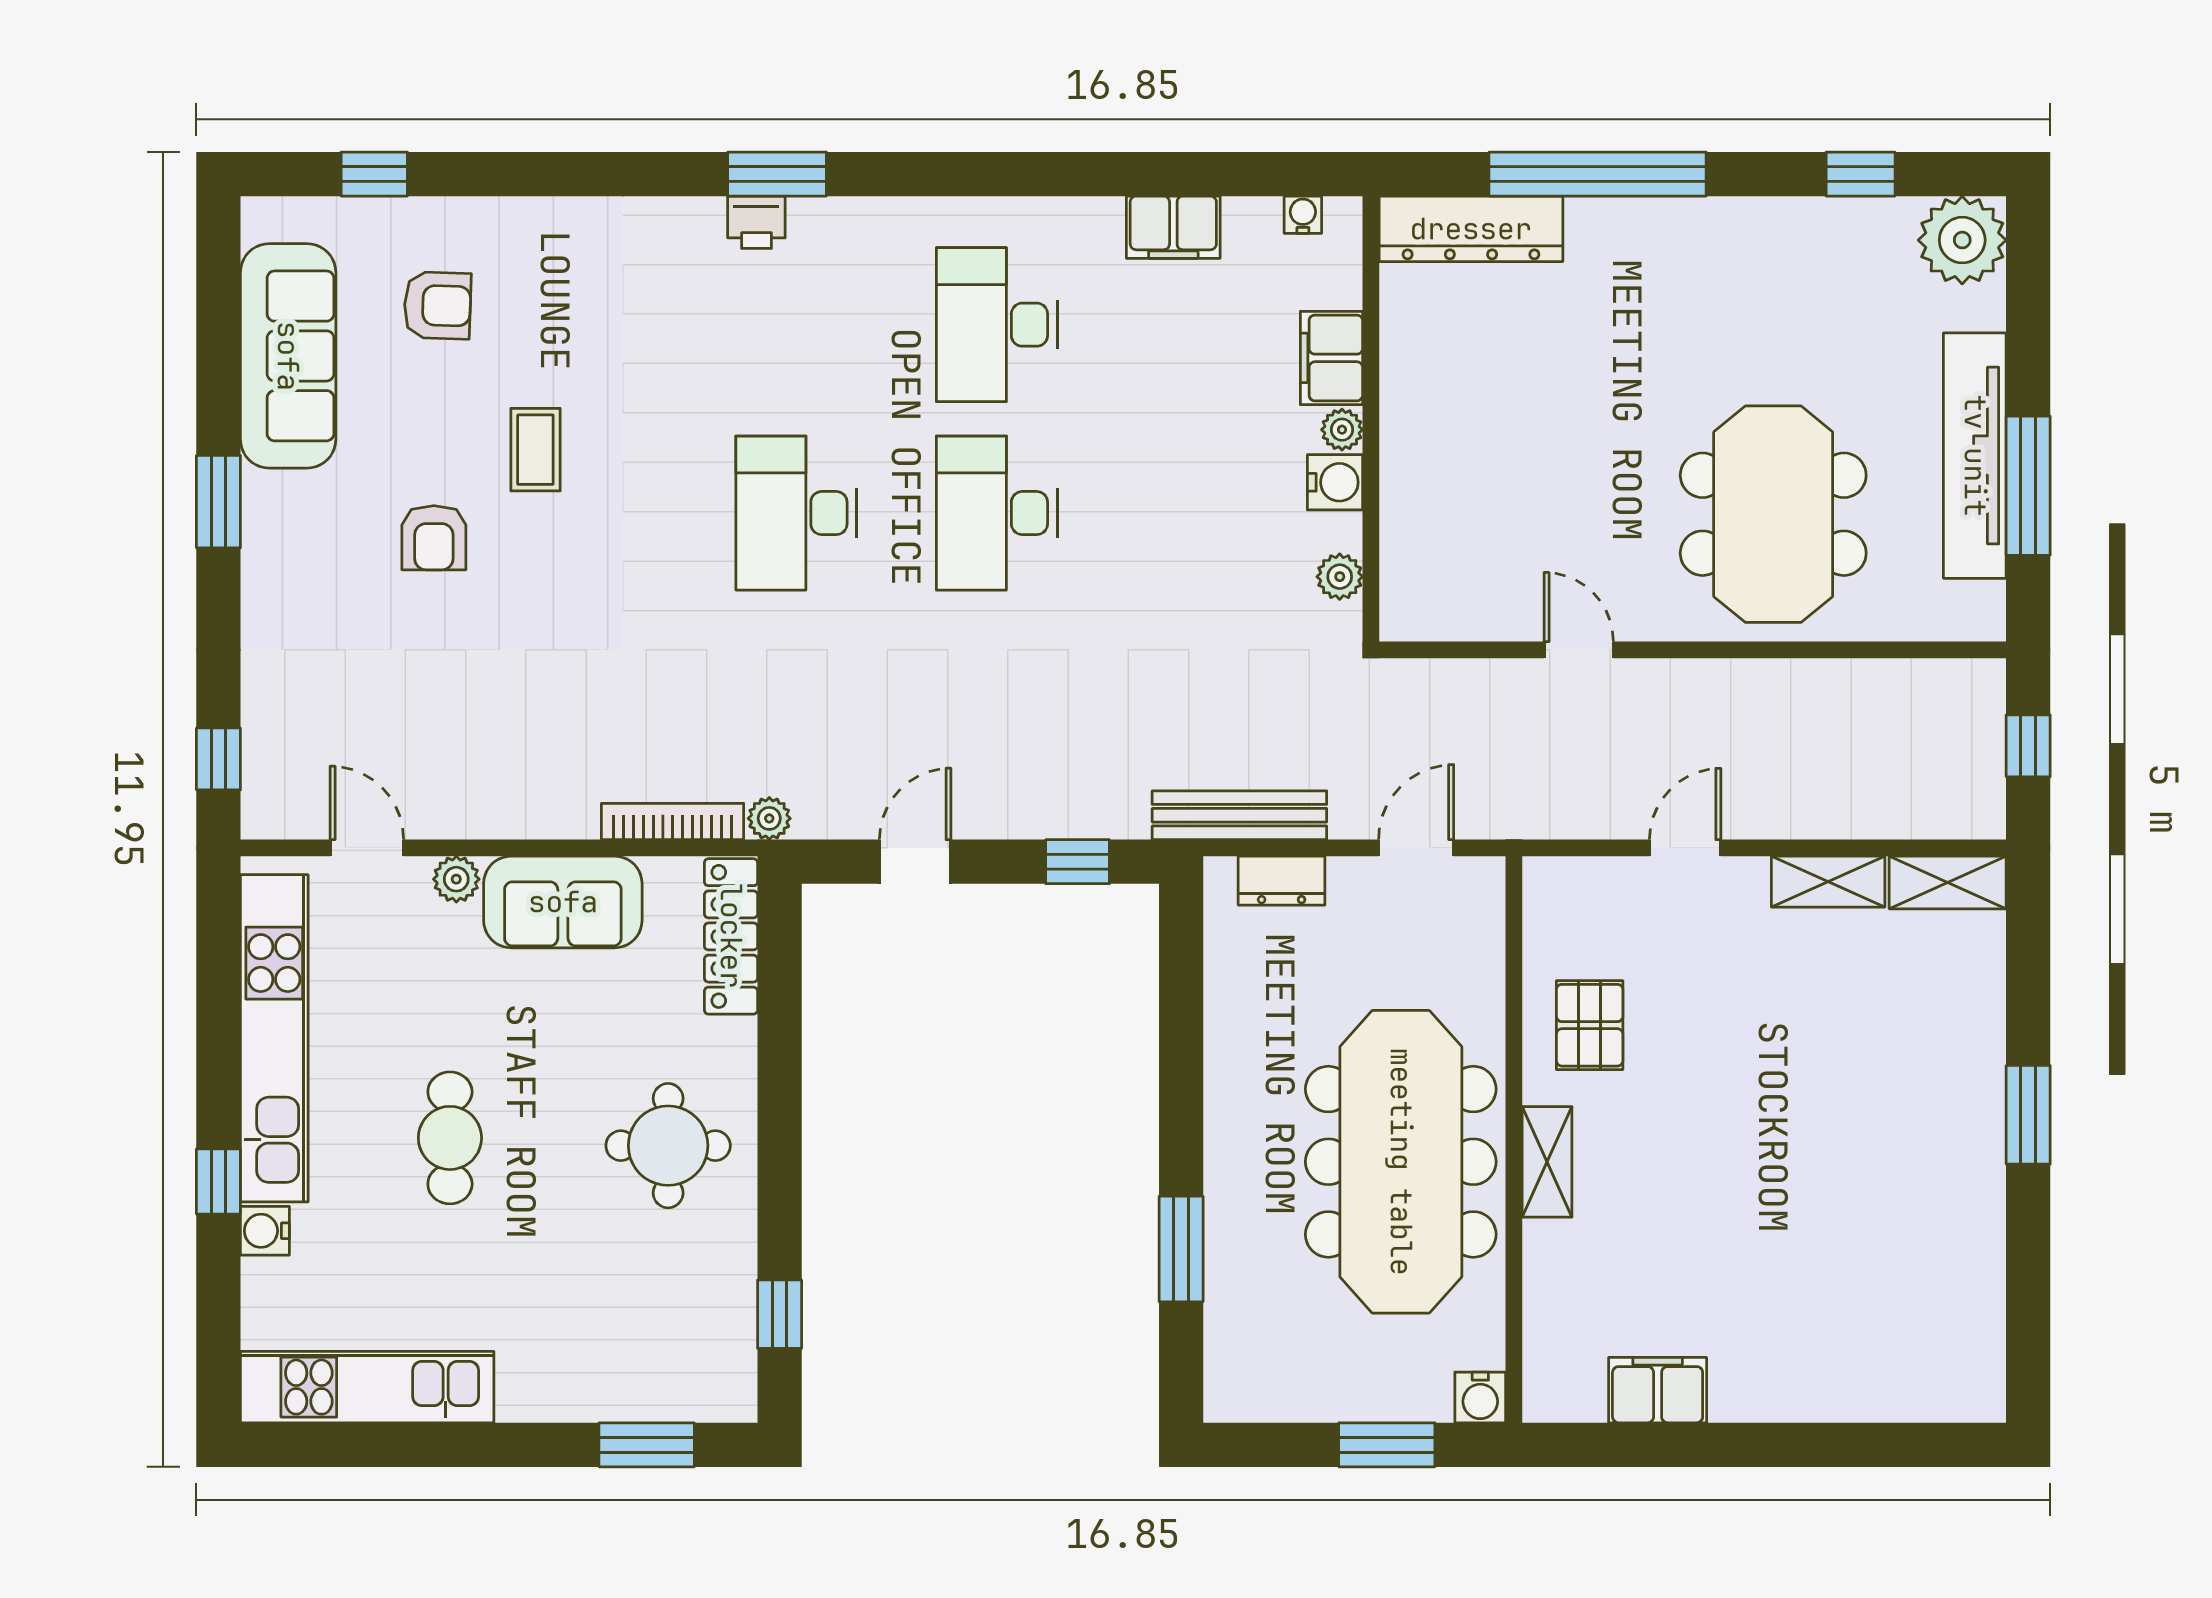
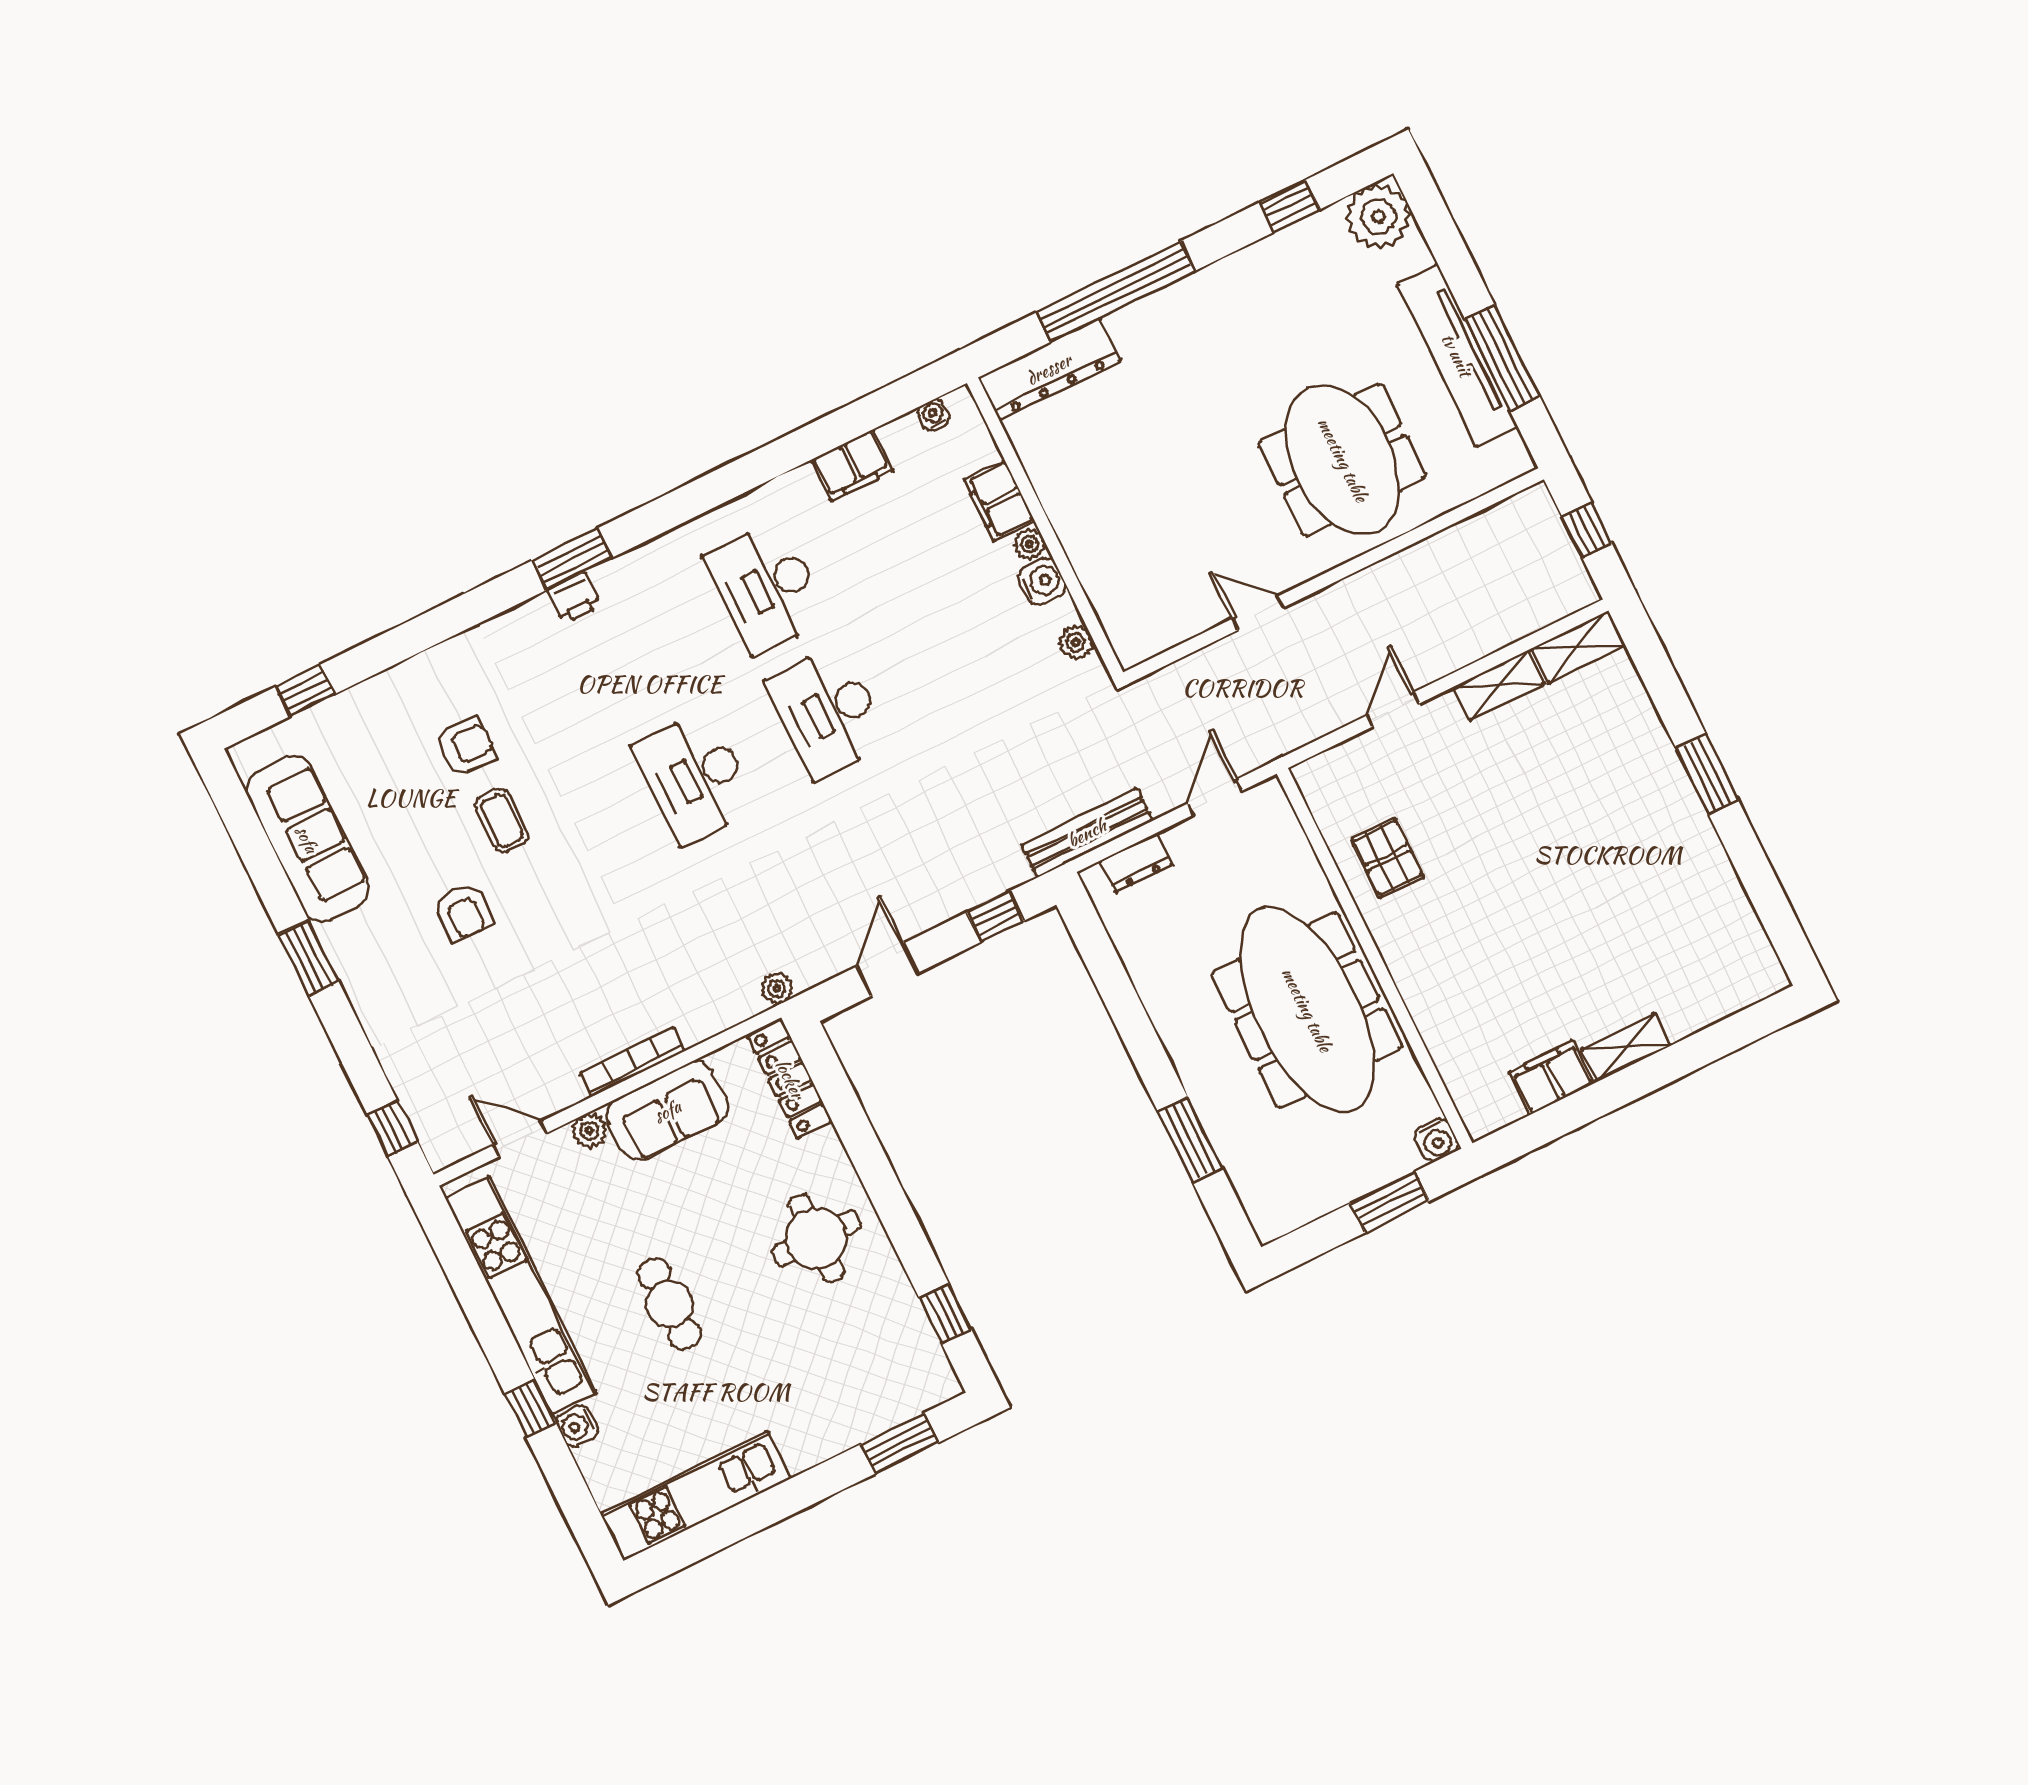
armchair: (437, 305) -> (466, 746), moved
bookcase: (673, 821) -> (633, 1062), moved
shelving: (1547, 1162) -> (1626, 1047), moved, turned 90

